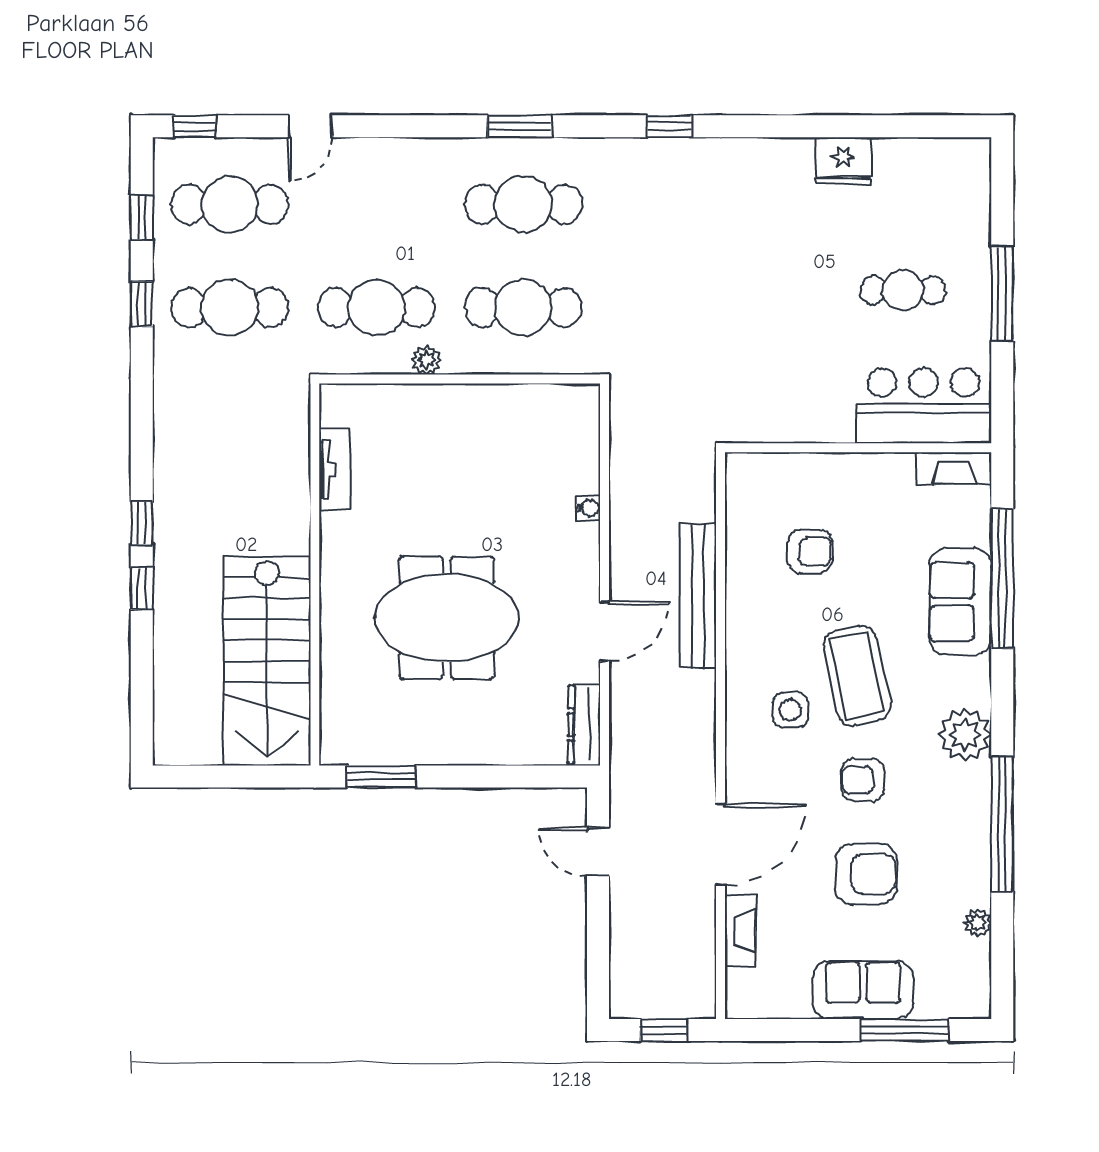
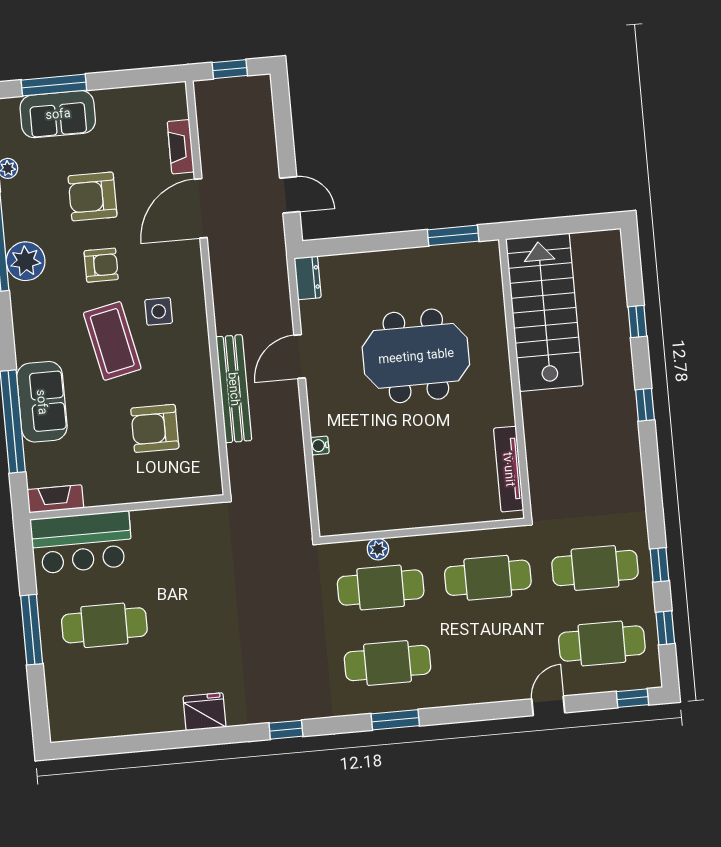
fridge: (843, 161) -> (204, 712), moved
cafe table: (903, 290) -> (104, 625), width x1.37, depth x1.35
plant: (426, 360) -> (378, 549), moved
tv unit: (335, 469) -> (509, 469), width x1.41
armchair: (810, 551) -> (155, 428), width x1.38, depth x1.38
window: (142, 589) -> (637, 322), moved
dresser: (584, 725) -> (308, 278), width x0.70
plant: (965, 735) -> (26, 261), moved
sofa: (863, 990) -> (58, 114), moved

